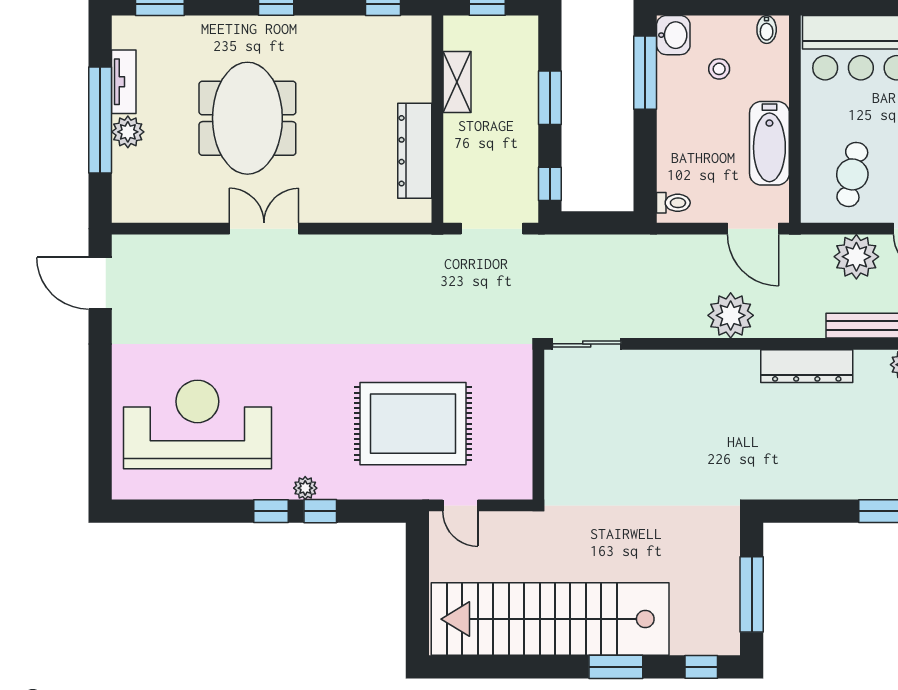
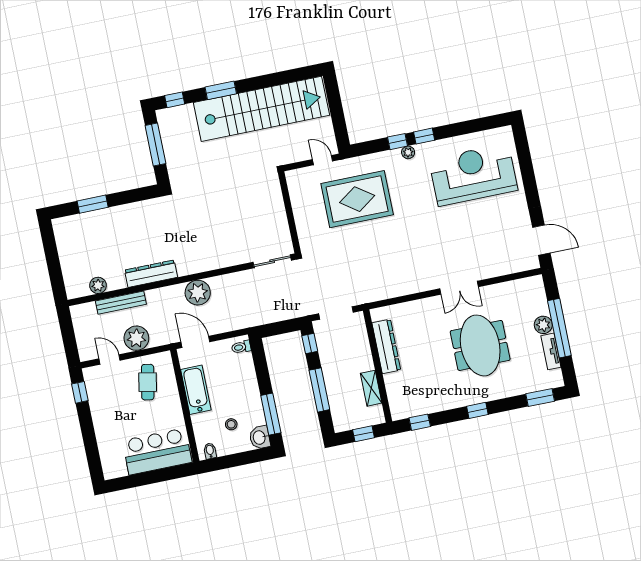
window: (550, 98) -> (319, 390), width x1.44
reception desk: (197, 425) -> (473, 175), turned 180

